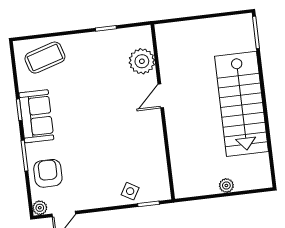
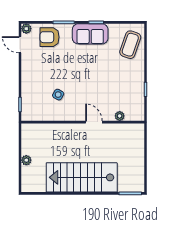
coffee table: (45, 58) -> (130, 45), turned 36
plant: (142, 61) -> (120, 116), width x0.53, depth x0.53
armchair: (48, 173) -> (50, 37), turned 180
side table: (130, 191) -> (58, 95), moved

